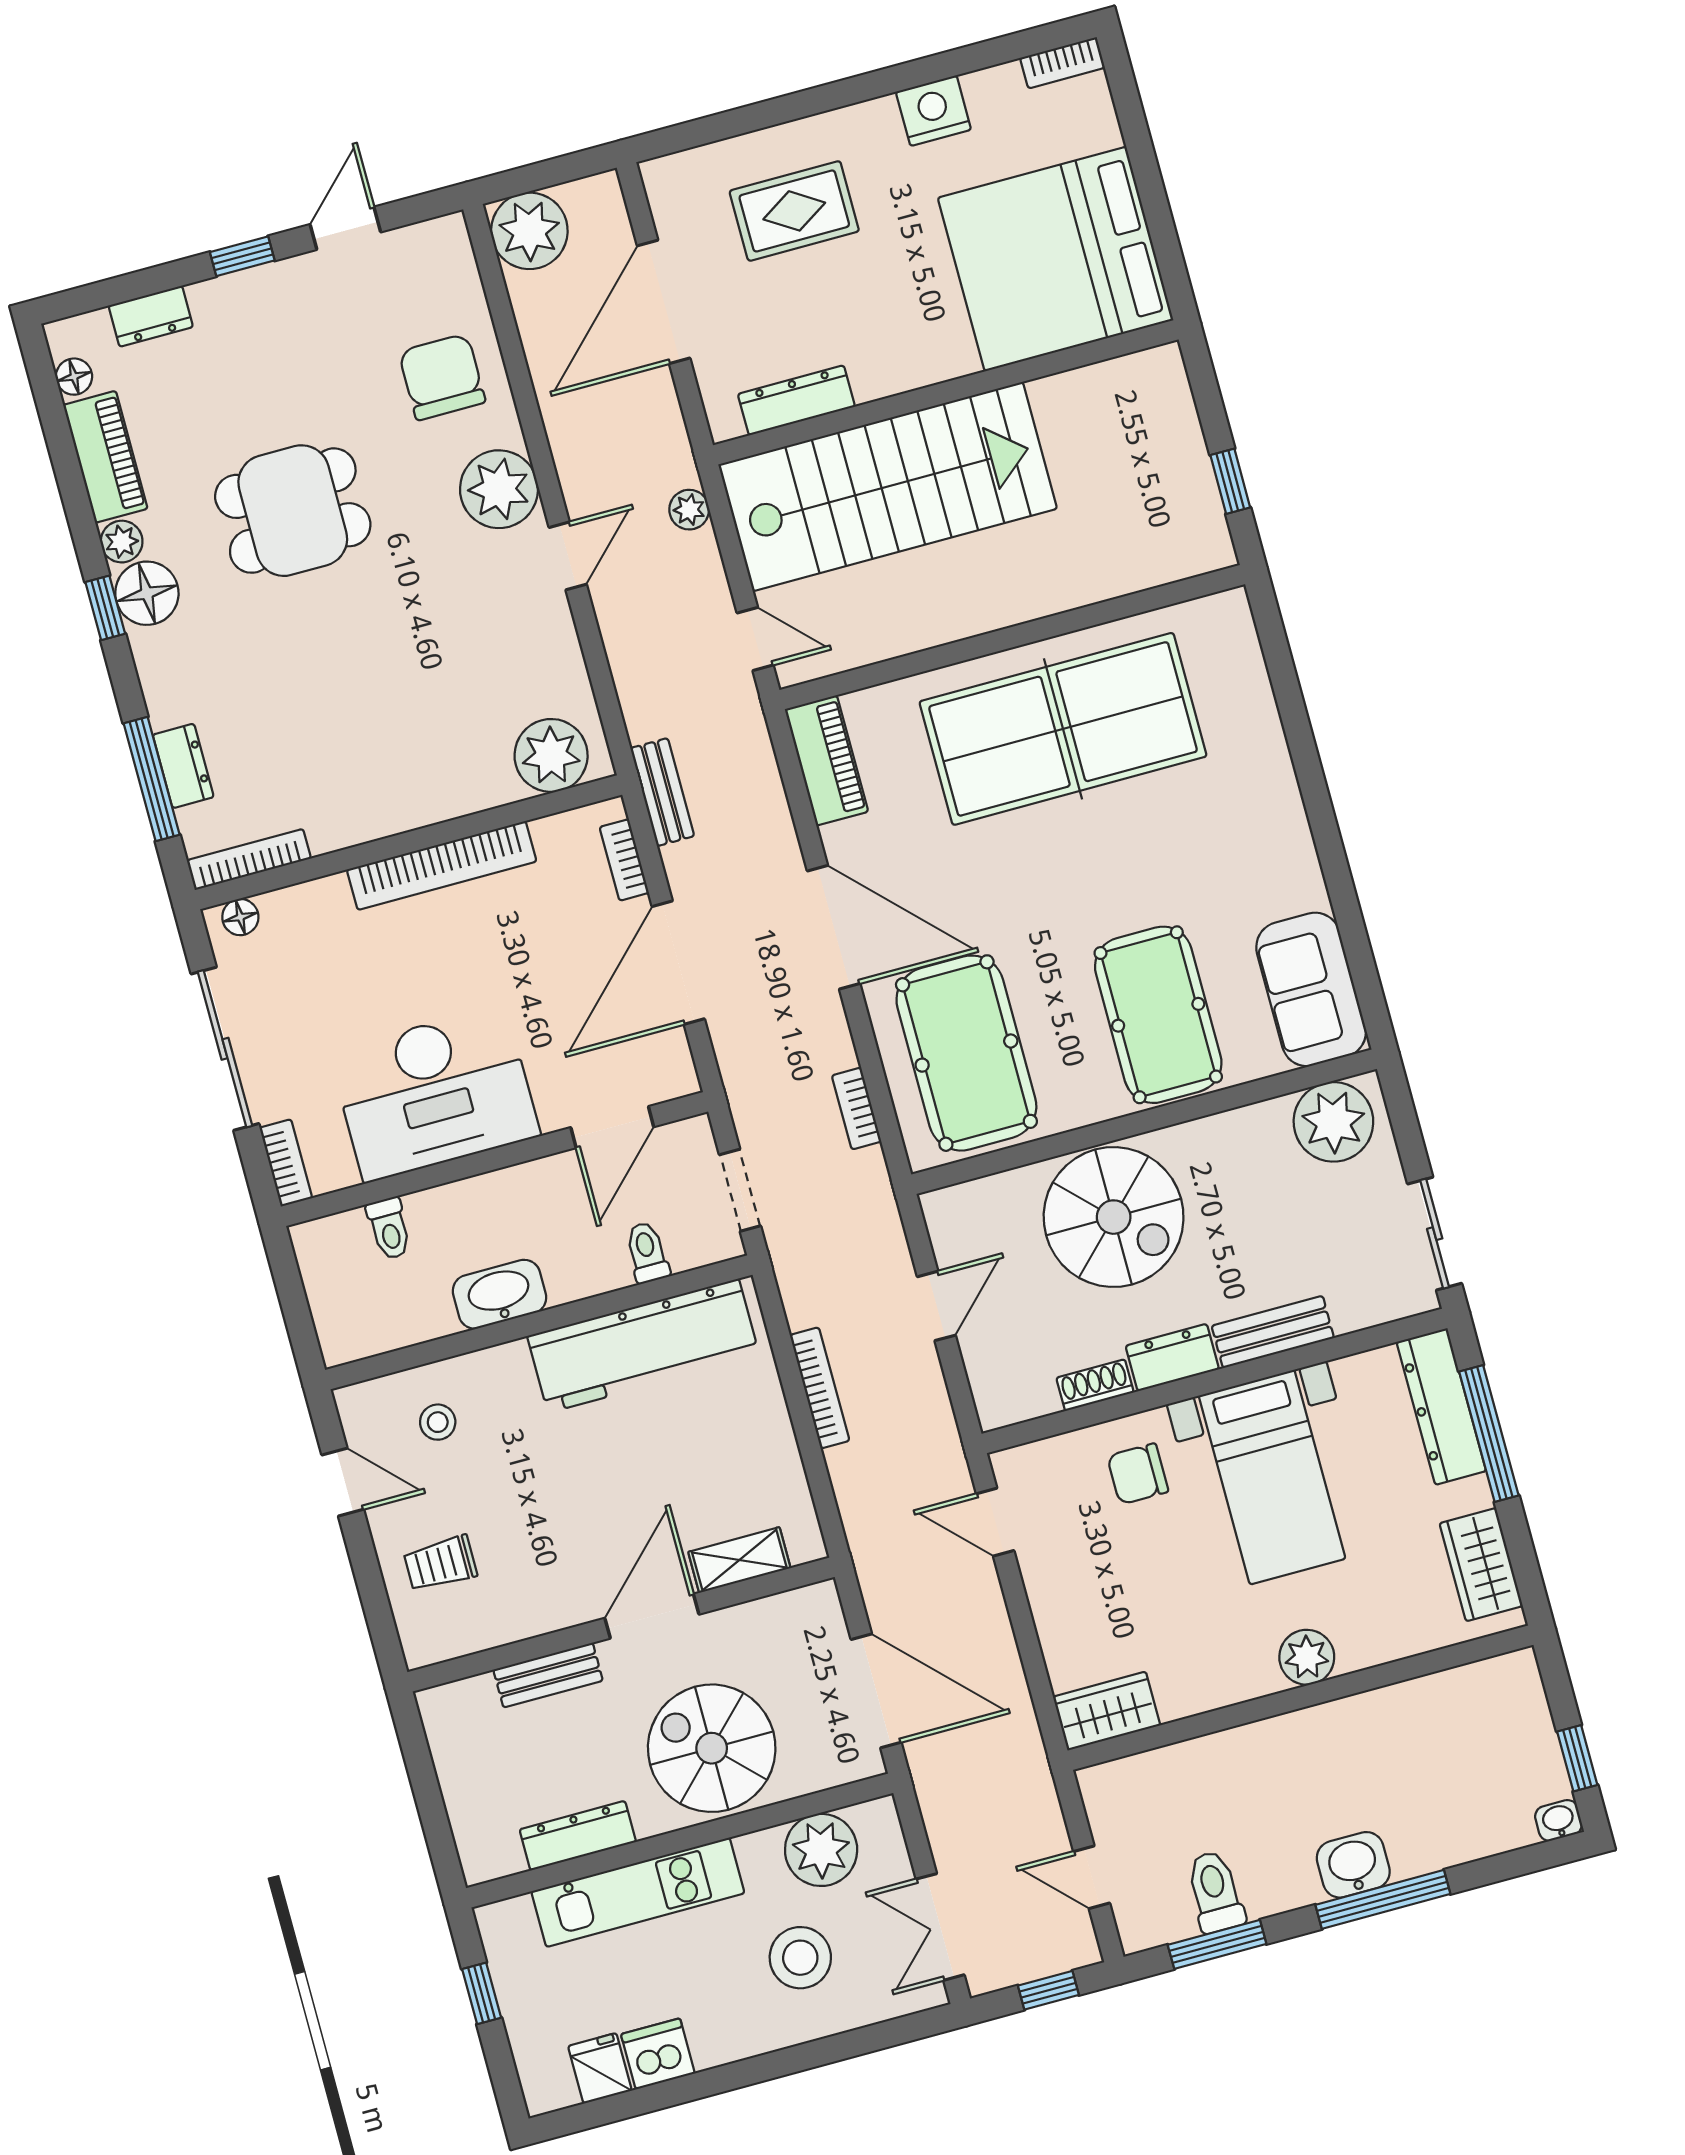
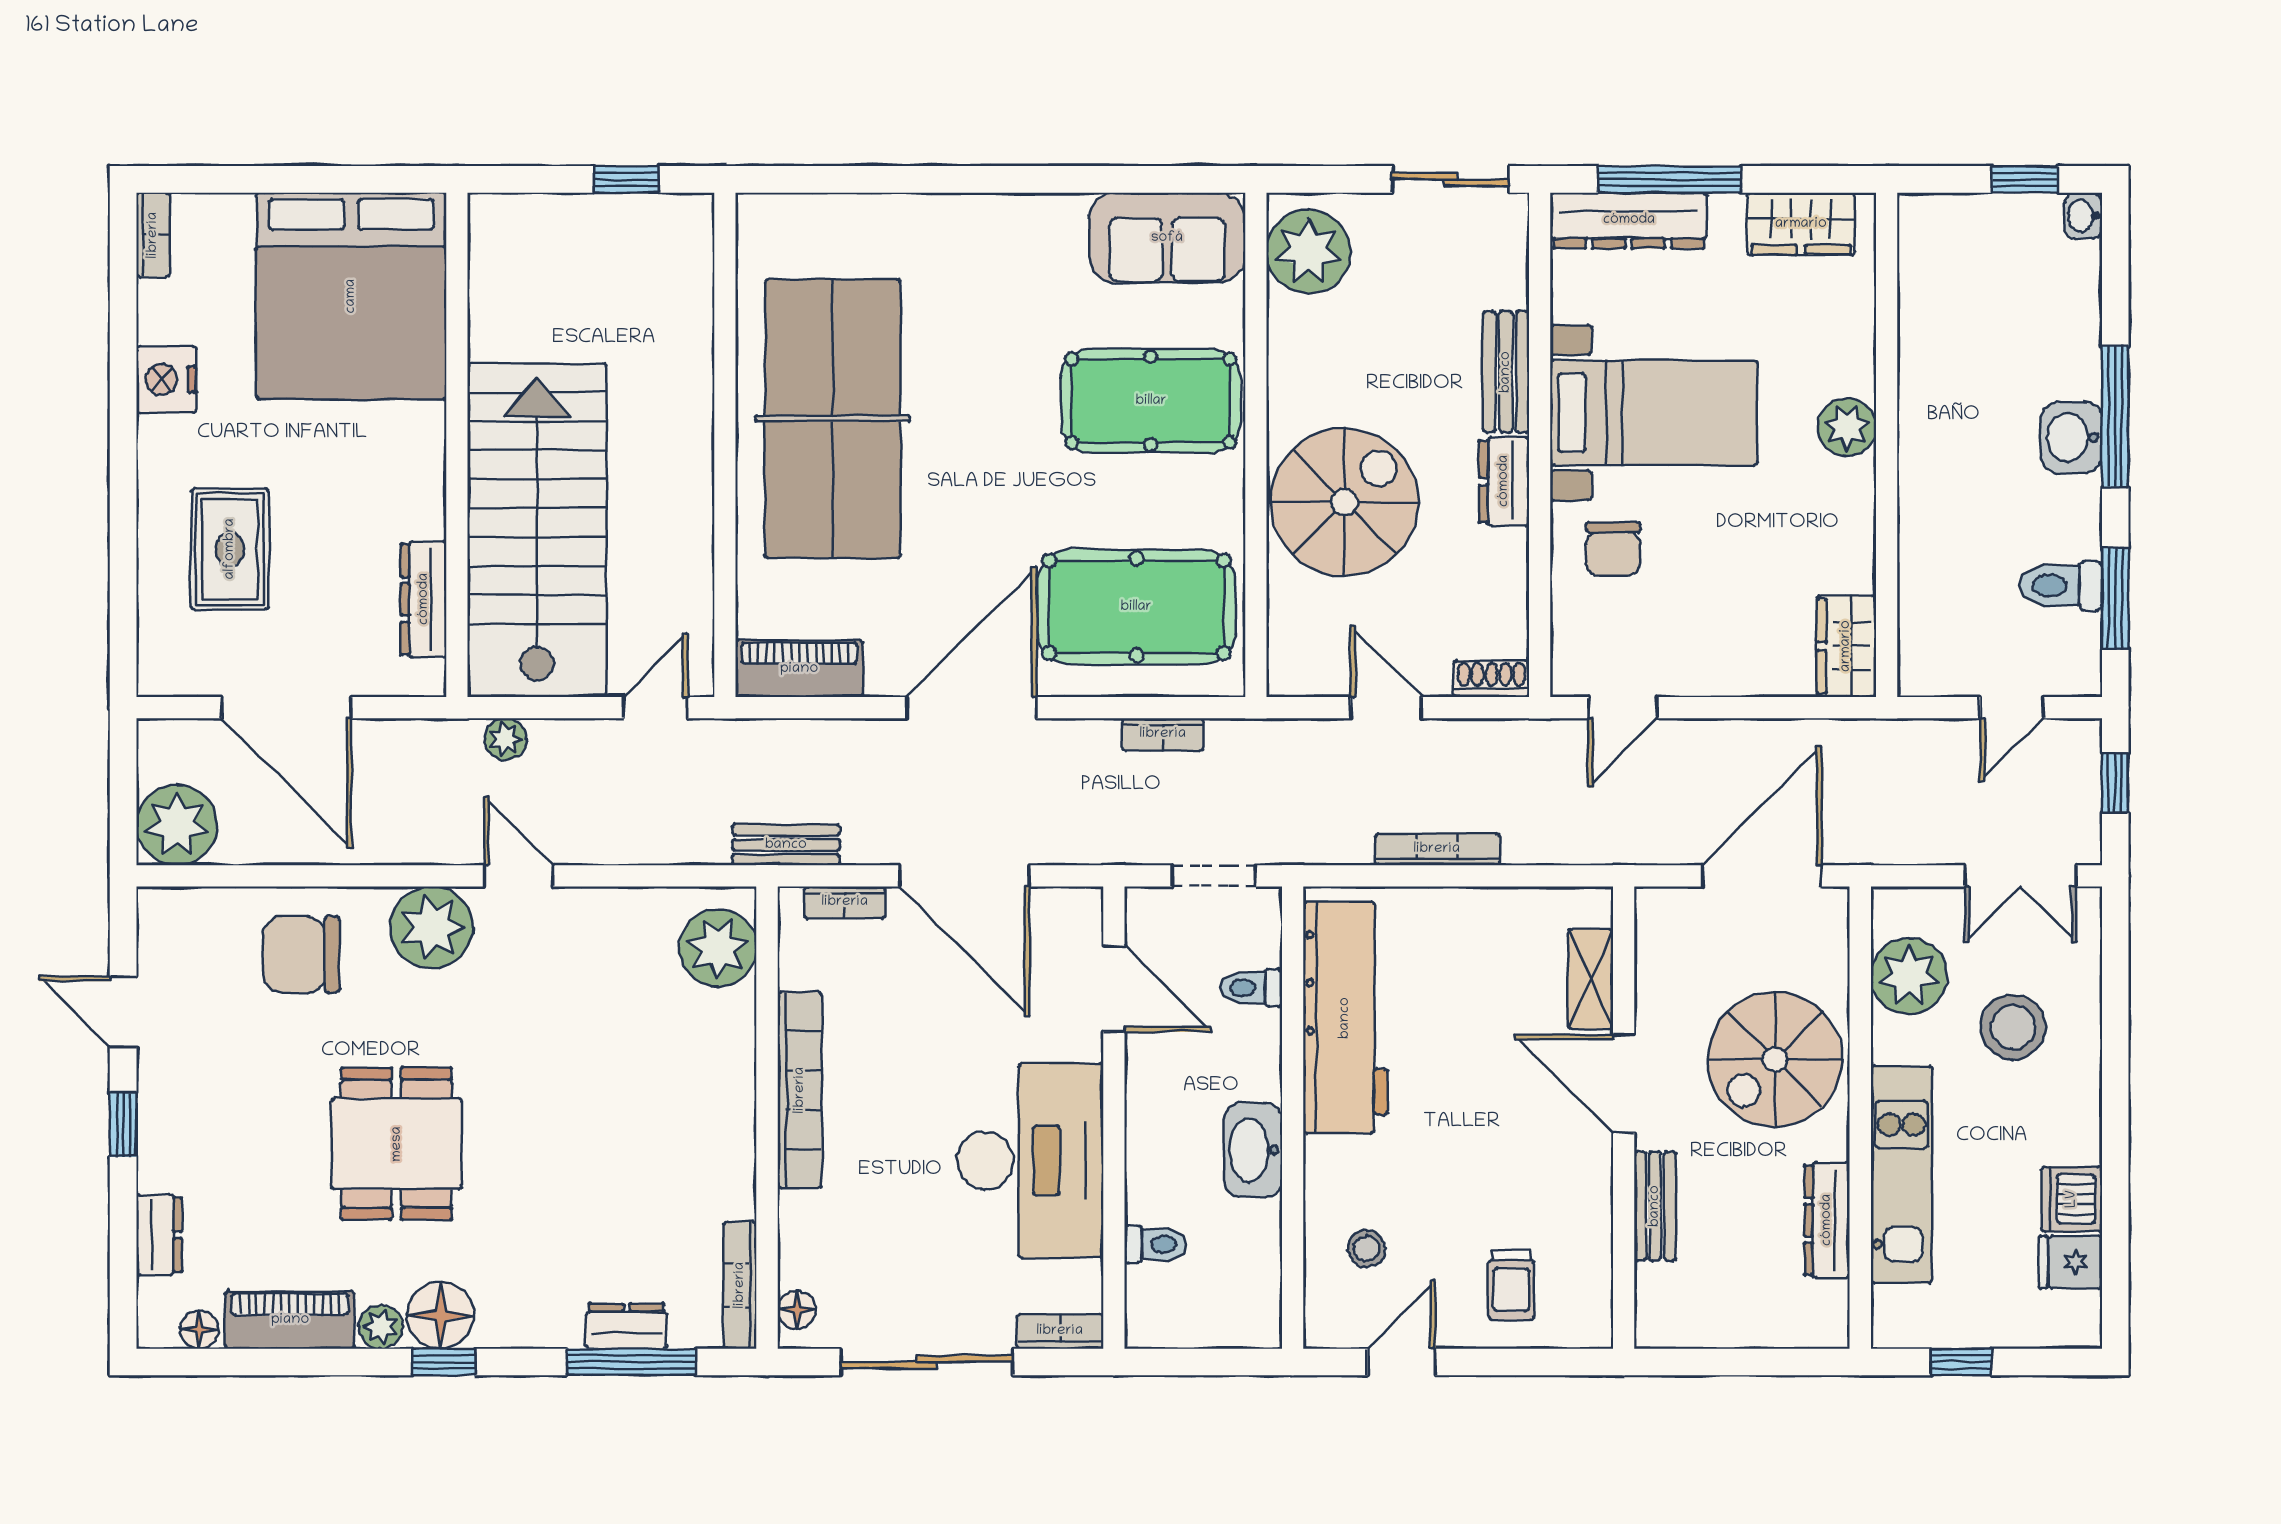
shoe rack: (1095, 1385) -> (1491, 679), moved, turned 90

